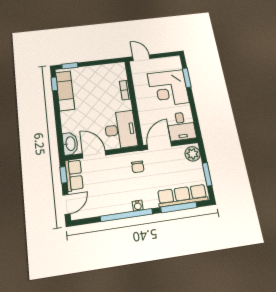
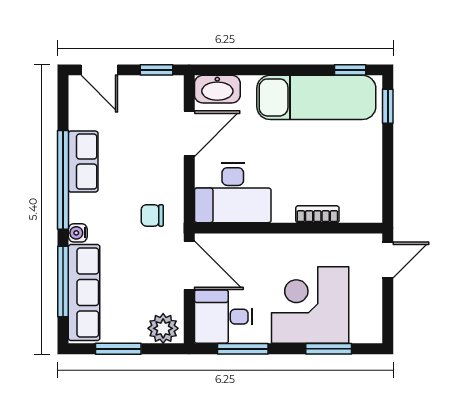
exam couch: (65, 91) -> (316, 97), width x1.36, depth x1.45
window: (195, 115) -> (243, 349), added
row of seats: (74, 175) -> (83, 162), moved, turned -90
water cooler: (138, 206) -> (78, 233), moved

